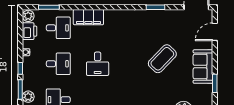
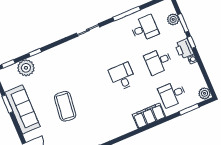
printer: (30, 31) -> (184, 49), moved
coffee table: (162, 59) -> (65, 106), turned -37
sofa: (203, 67) -> (22, 109), width x1.36

